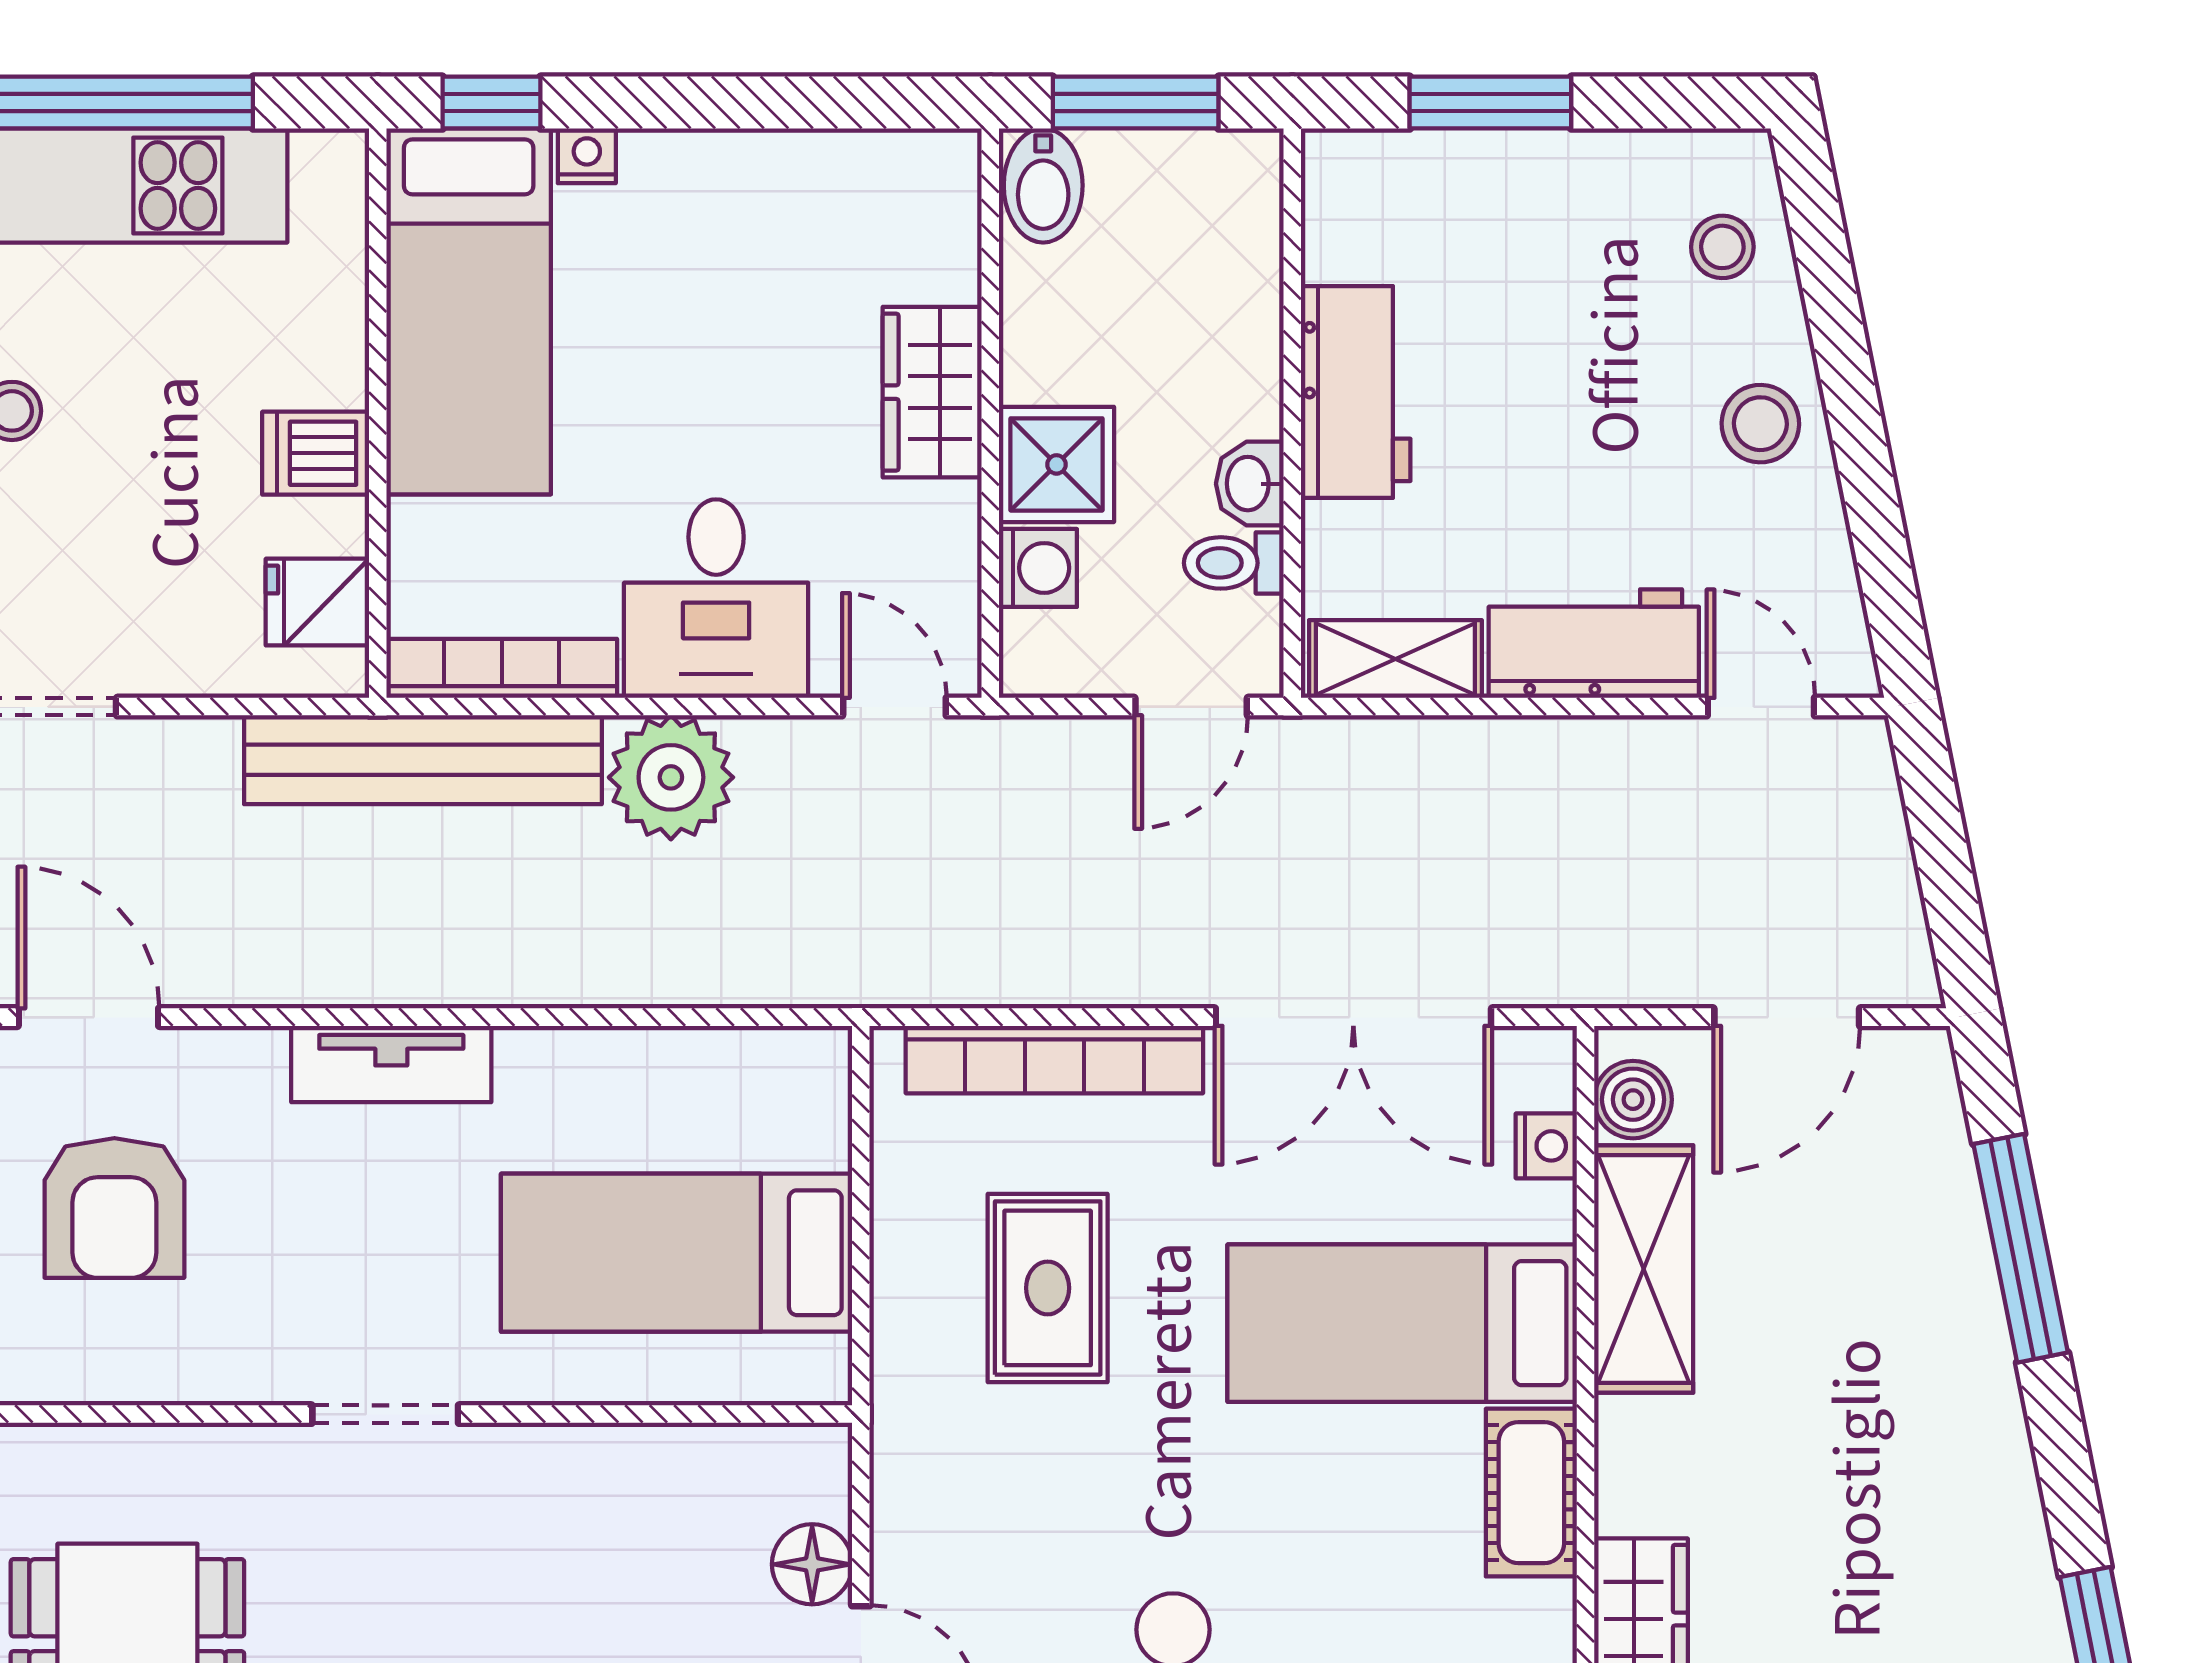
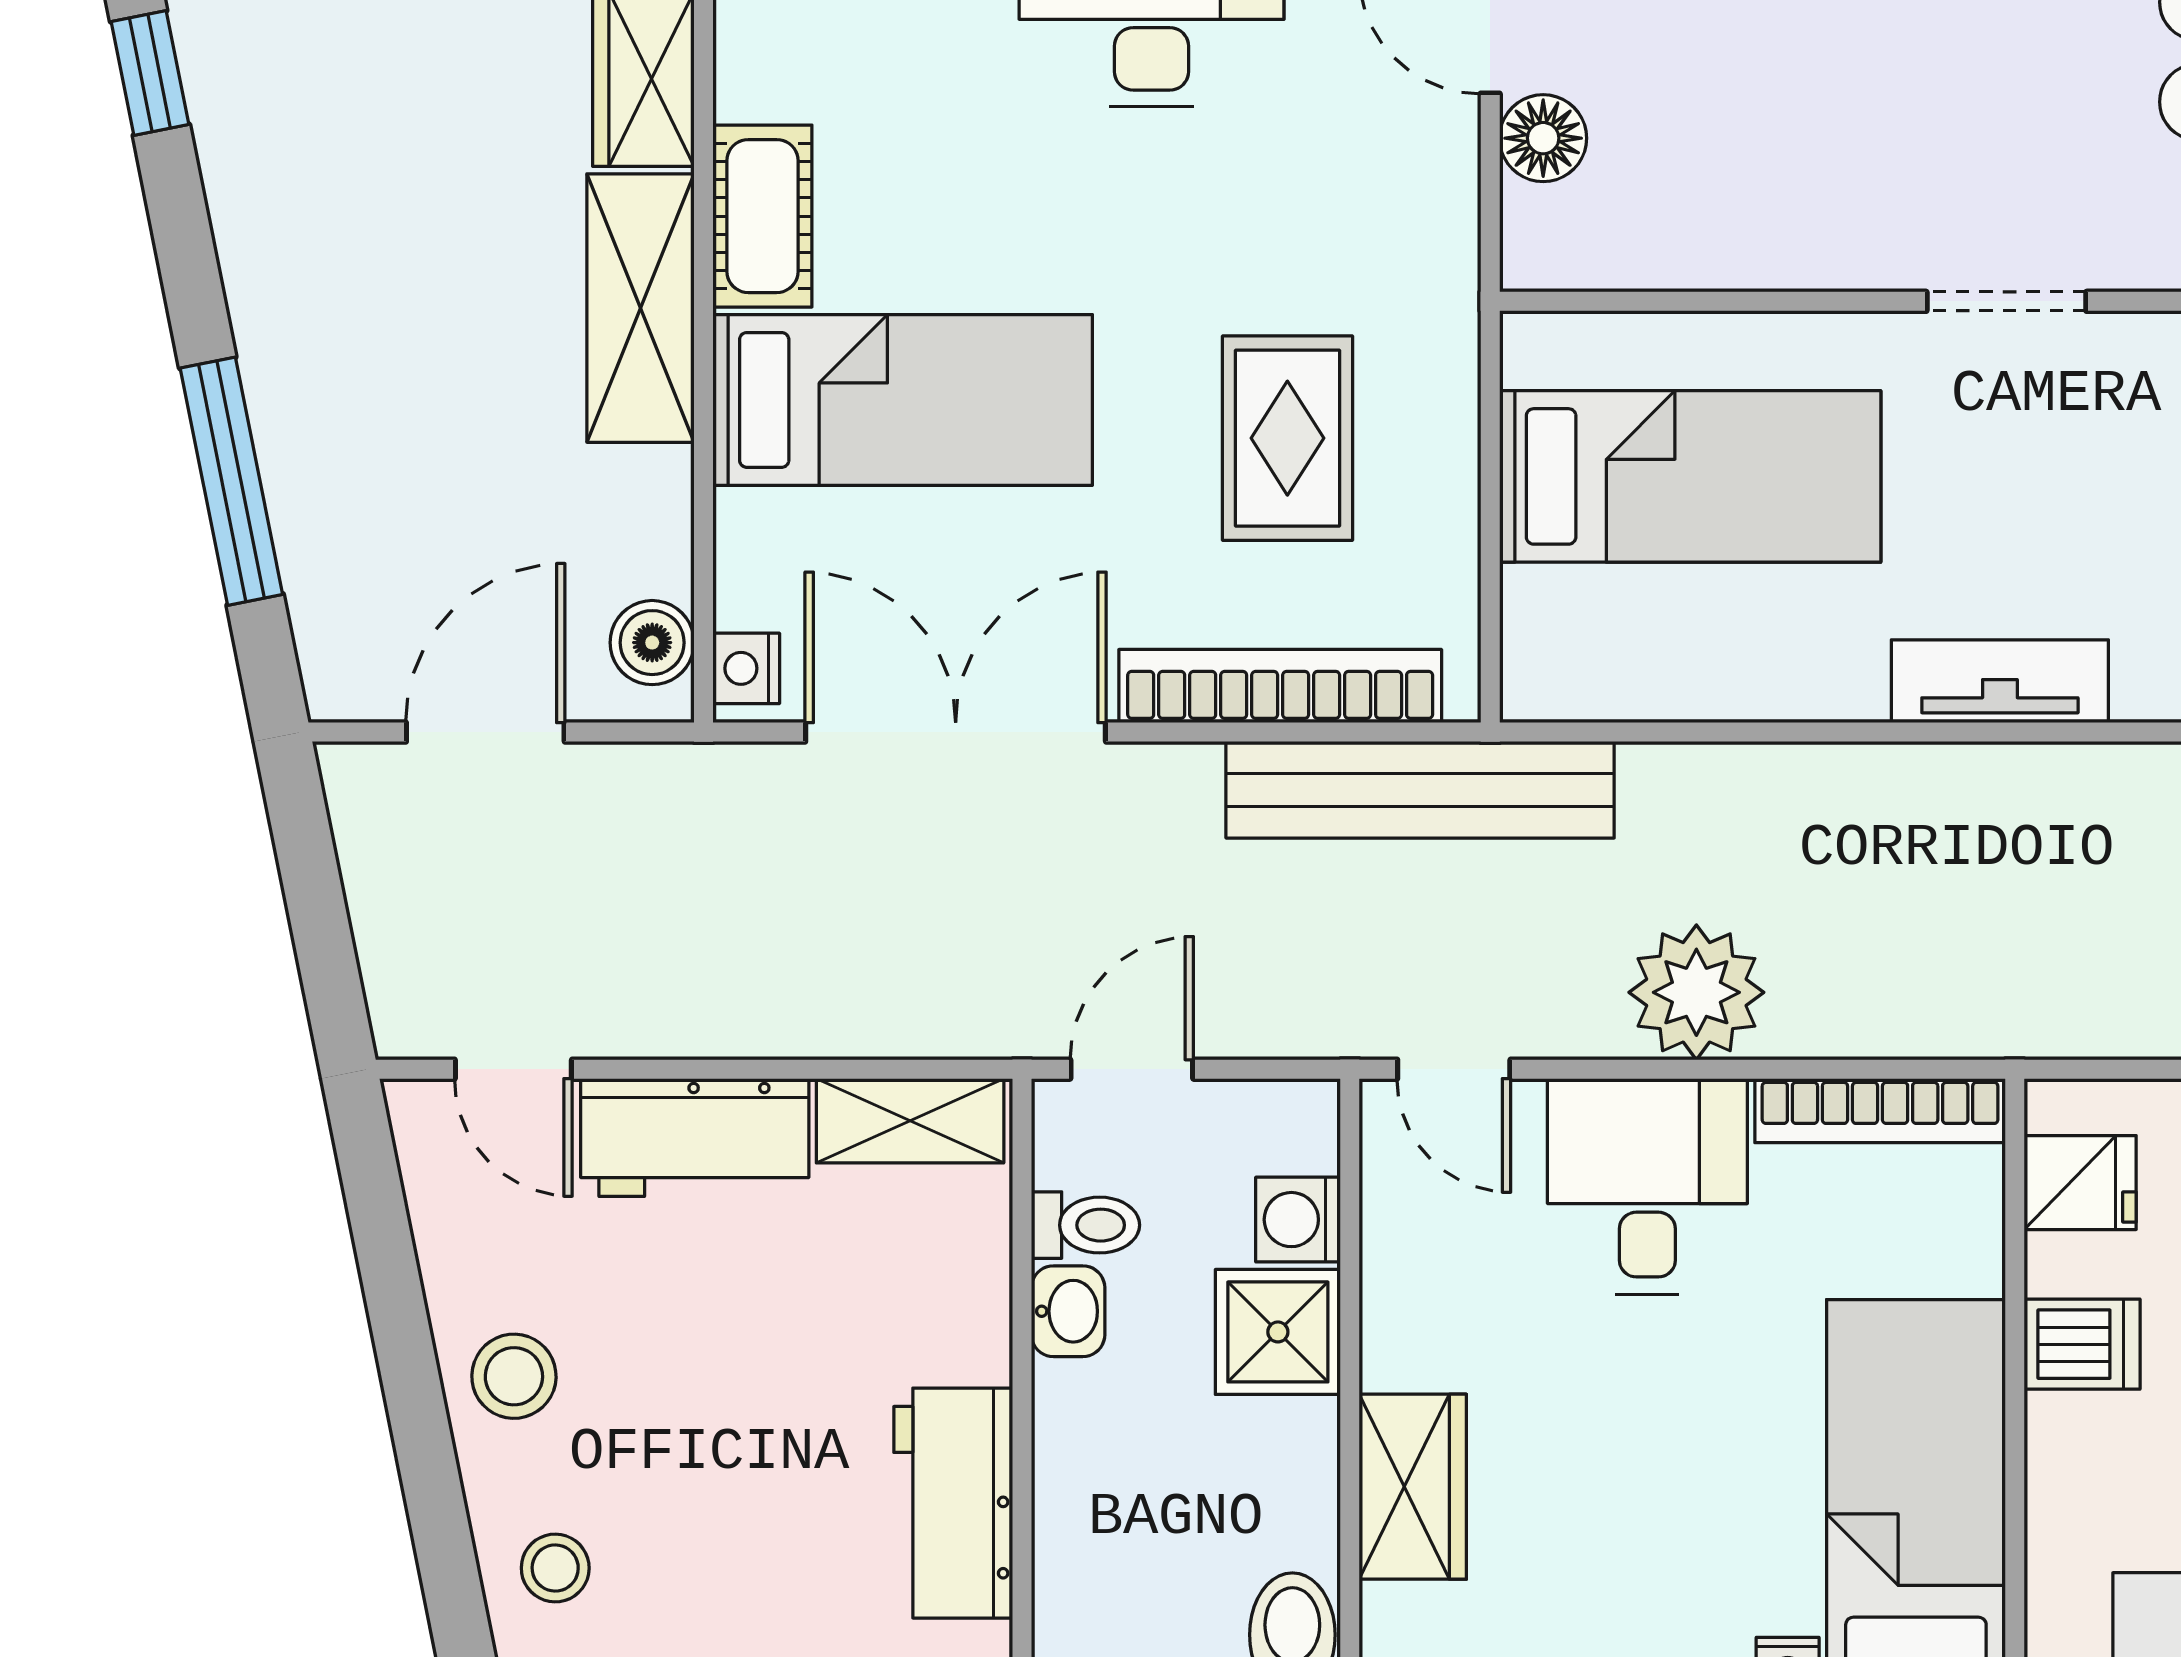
wardrobe: (932, 392) -> (1413, 1487), moved
workbench: (1356, 392) -> (953, 1503), moved
bench: (423, 760) -> (1420, 790), moved
nightstand: (1546, 1146) -> (746, 668), moved
shelving: (1644, 1269) -> (641, 308), moved

